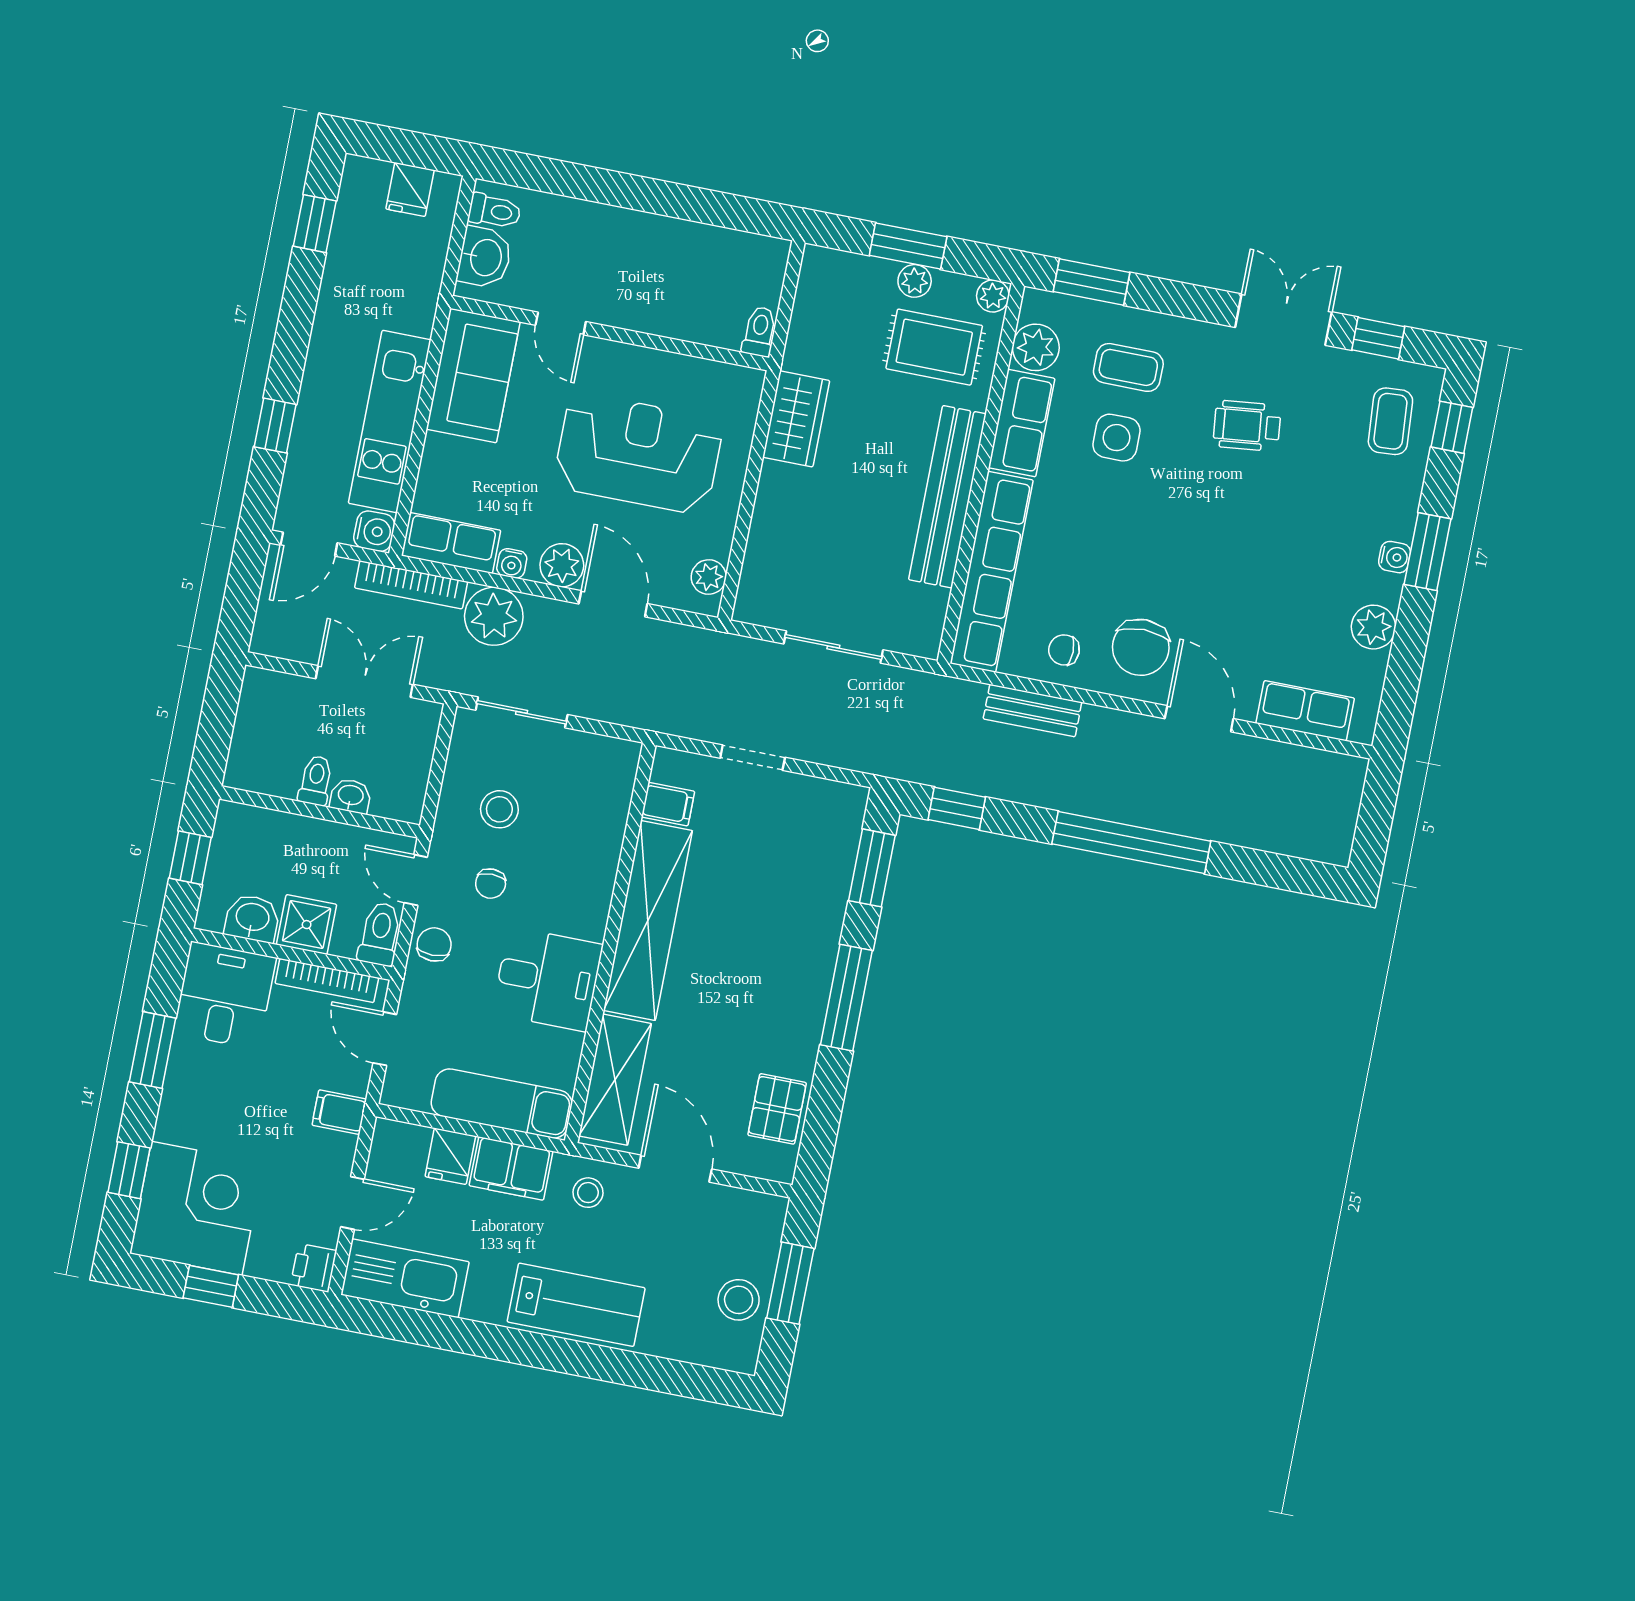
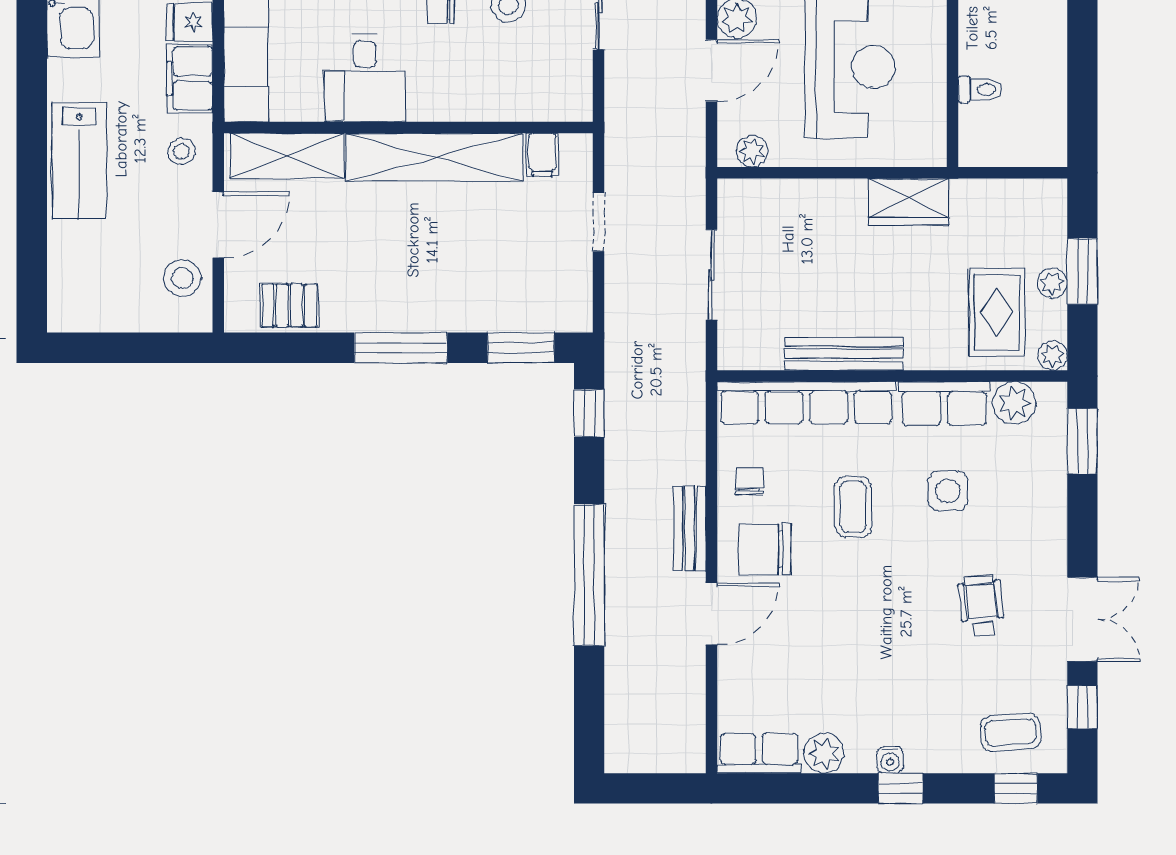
toilet: (759, 331) -> (980, 90), moved
coffee table: (1128, 367) -> (853, 507), moved
bench: (947, 497) -> (844, 354), width x0.73, depth x0.82
window: (1428, 552) -> (901, 788), width x0.67
bench: (1032, 711) -> (690, 528), moved
row of seats: (1305, 711) -> (759, 753), moved, turned -90
window: (790, 1283) -> (136, 348), removed
stool: (739, 1300) -> (182, 278), moved

